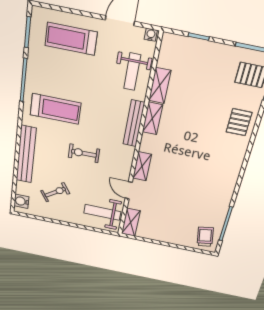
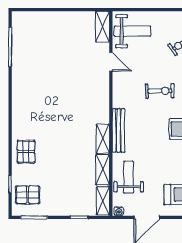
shelving: (142, 166) -> (103, 201), moved
trolley: (205, 237) -> (26, 28), removed

